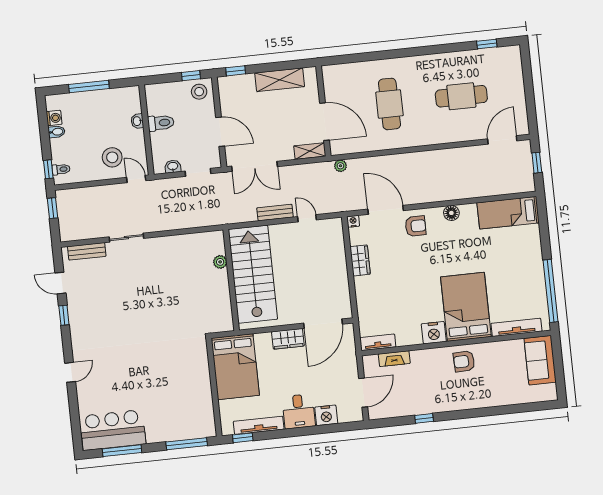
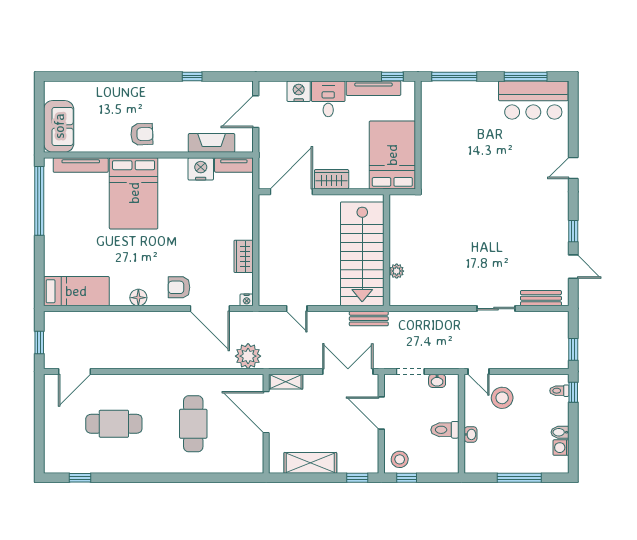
plant: (340, 166) -> (248, 356), width x1.87, depth x1.87
bench: (275, 213) -> (369, 319), moved
nightstand: (434, 333) -> (201, 169), moved
fireplace: (394, 359) -> (212, 143), width x1.37, depth x1.32

